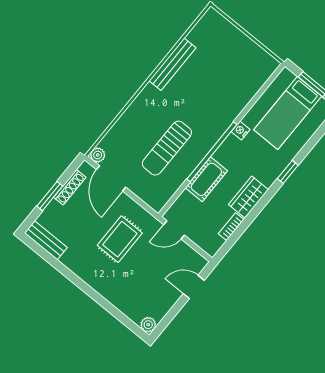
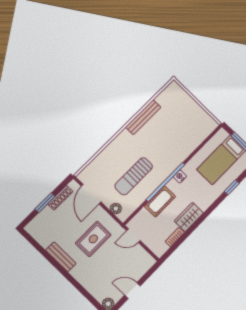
nightstand: (241, 131) -> (180, 176), moved
plant: (98, 155) -> (116, 209), moved
window: (288, 172) -> (232, 187), moved
bench: (46, 240) -> (61, 257), moved
door: (194, 287) -> (132, 291), moved

